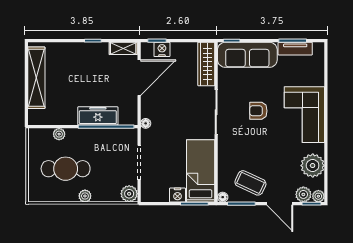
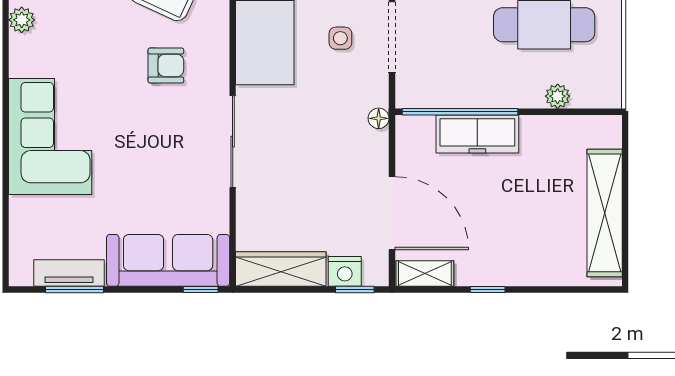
wardrobe: (206, 64) -> (281, 269), moved, turned -90
door: (139, 78) -> (392, 213), swing flipped
armchair: (258, 111) -> (166, 65), moved
side table: (164, 162) -> (340, 38), added
plant: (313, 166) -> (22, 20), width x0.53, depth x0.53

